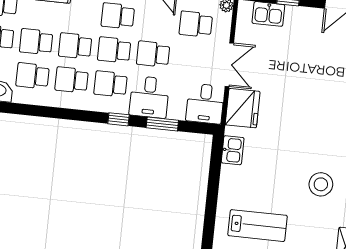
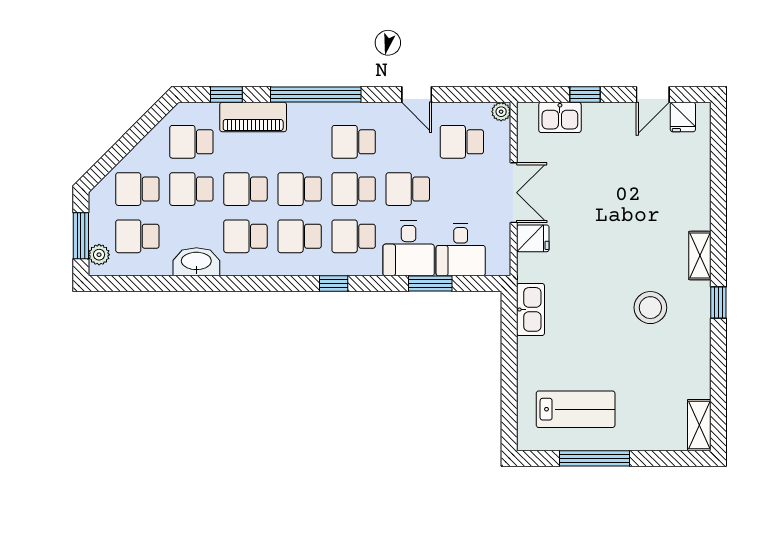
desk: (205, 104) -> (461, 250), moved
fridge: (243, 108) -> (533, 238), width x0.53, depth x0.75
window: (118, 119) -> (334, 284), moved
kitchen sink: (233, 150) -> (531, 309), width x1.38
stool: (321, 184) -> (650, 308), moved

